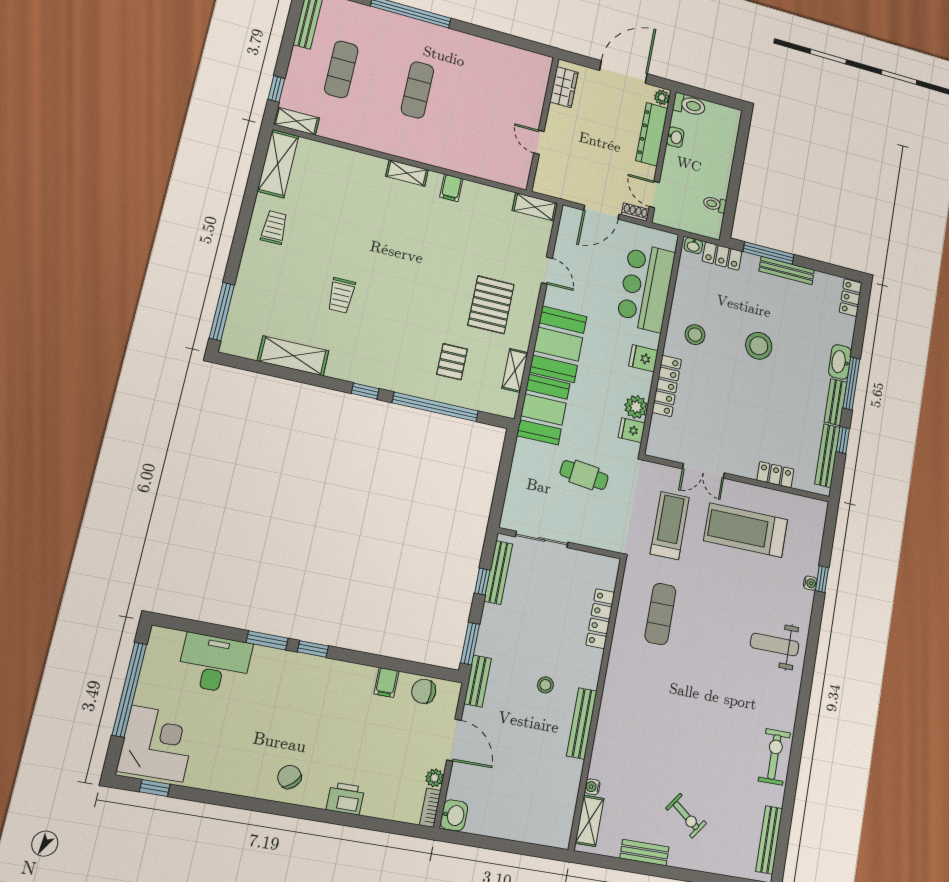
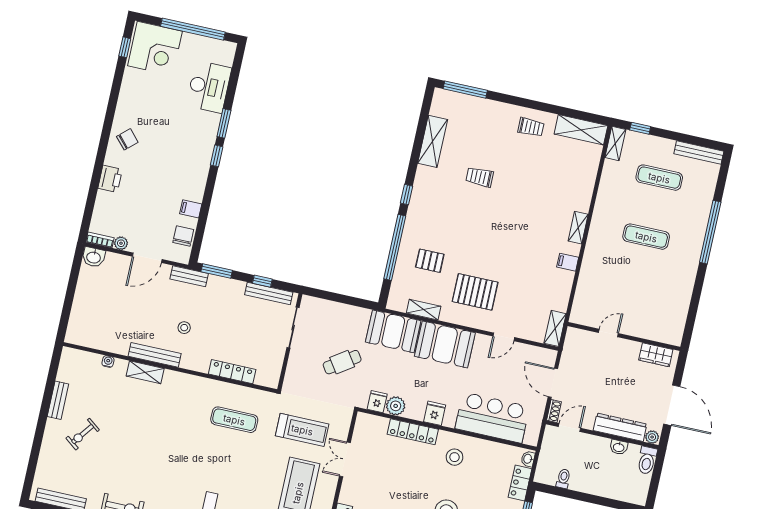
cafe table: (584, 475) -> (342, 362), turned 49
shelving: (589, 821) -> (145, 372), moved

